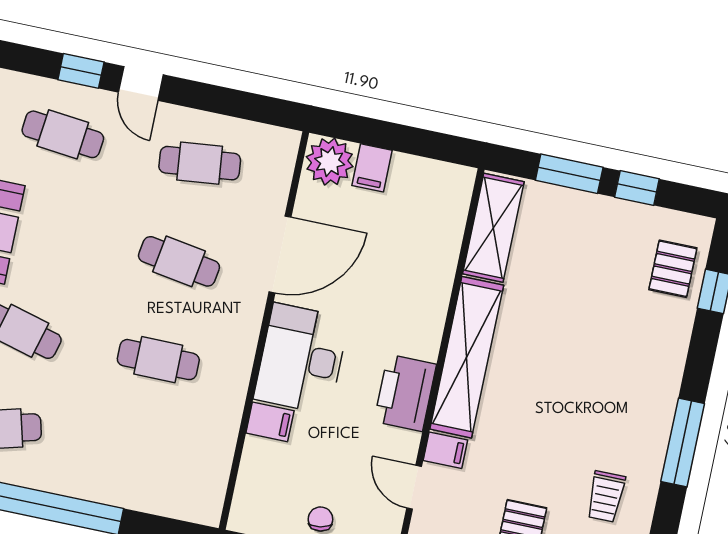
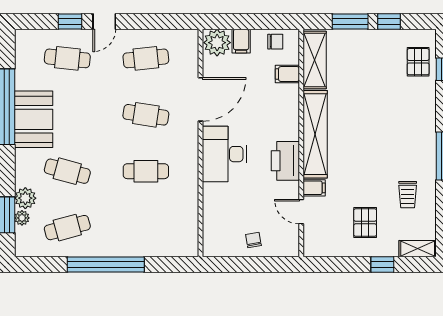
door: (141, 83) -> (104, 21), hinge flipped
chair: (431, 181) -> (275, 42), added
filing cabinet: (270, 422) -> (287, 74), moved, turned 180

